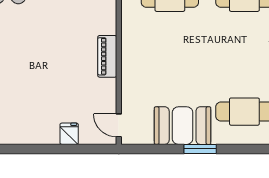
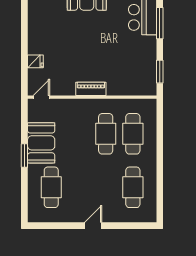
cafe table: (170, 36) -> (106, 134), added

